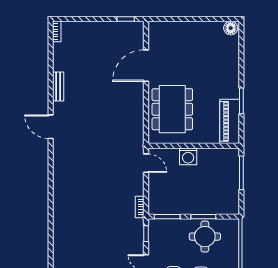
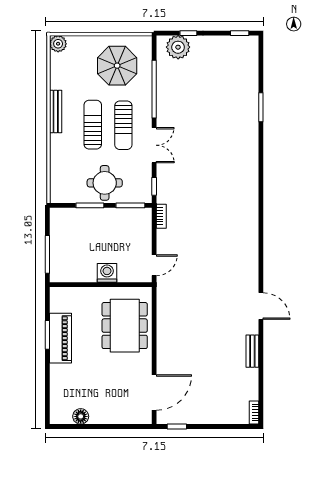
floor lamp: (231, 28) -> (81, 416), moved
door: (146, 66) -> (154, 392), moved
piano: (230, 121) -> (61, 338), moved
door: (146, 163) -> (154, 265), swing flipped
round table: (205, 237) -> (105, 183), moved

